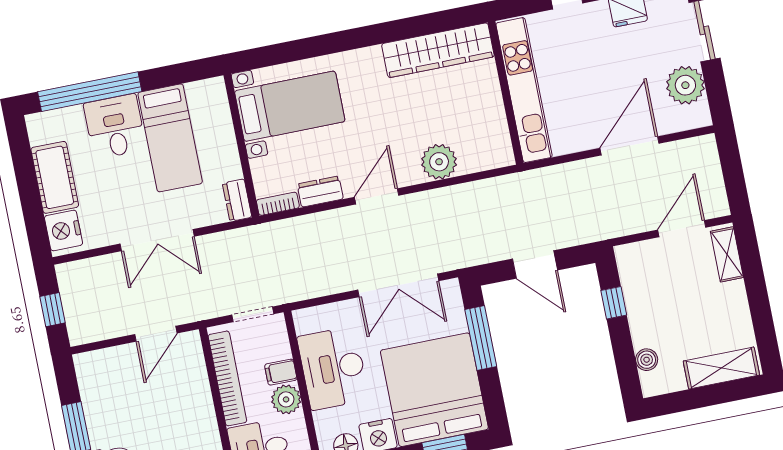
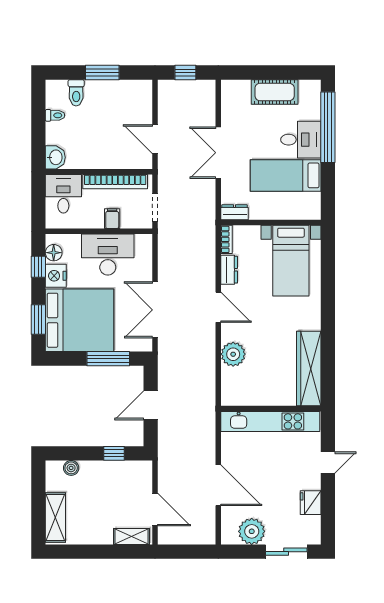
nightstand: (64, 230) -> (237, 91), removed
plant: (286, 399) -> (93, 219), removed

